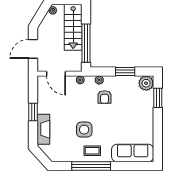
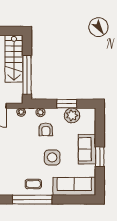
plant: (146, 83) -> (72, 115), moved
window: (158, 98) -> (100, 157), moved
sofa: (145, 116) -> (87, 149), added
side table: (84, 130) -> (52, 157), moved

